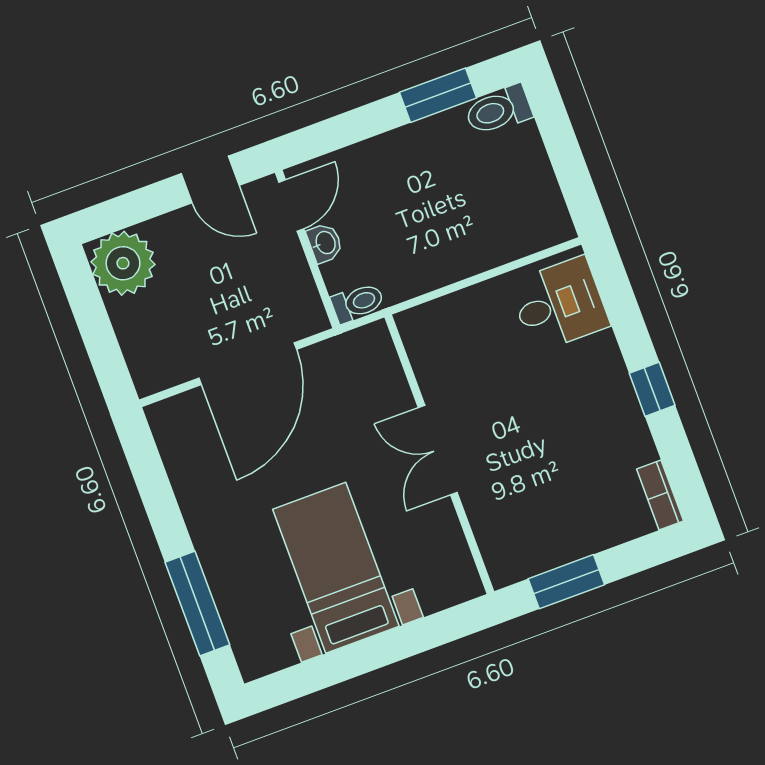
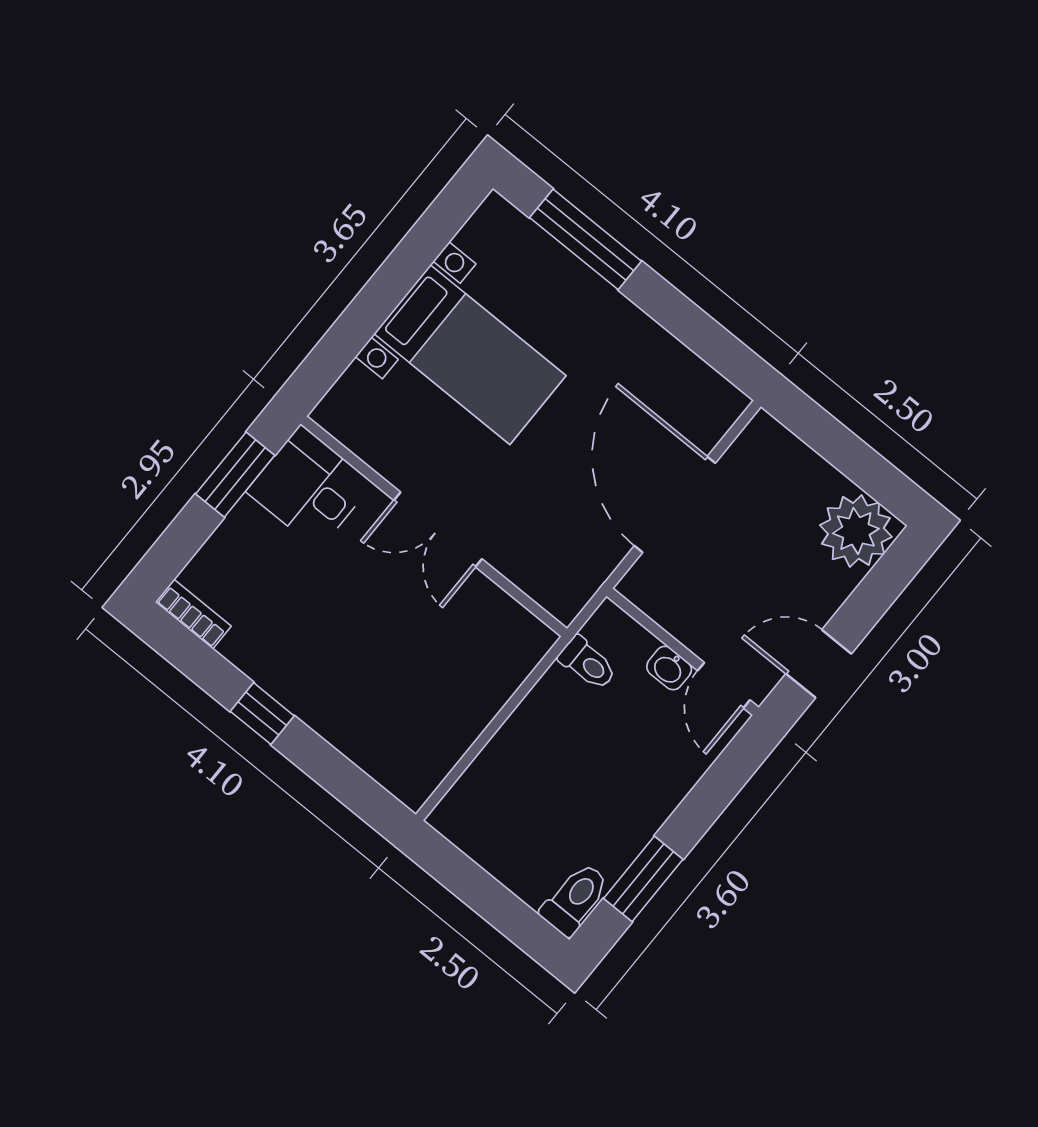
toilet: (358, 303) -> (588, 663), moved, turned -90
desk: (559, 304) -> (310, 487), moved, turned 90
double door: (438, 450) -> (438, 530), swing flipped

